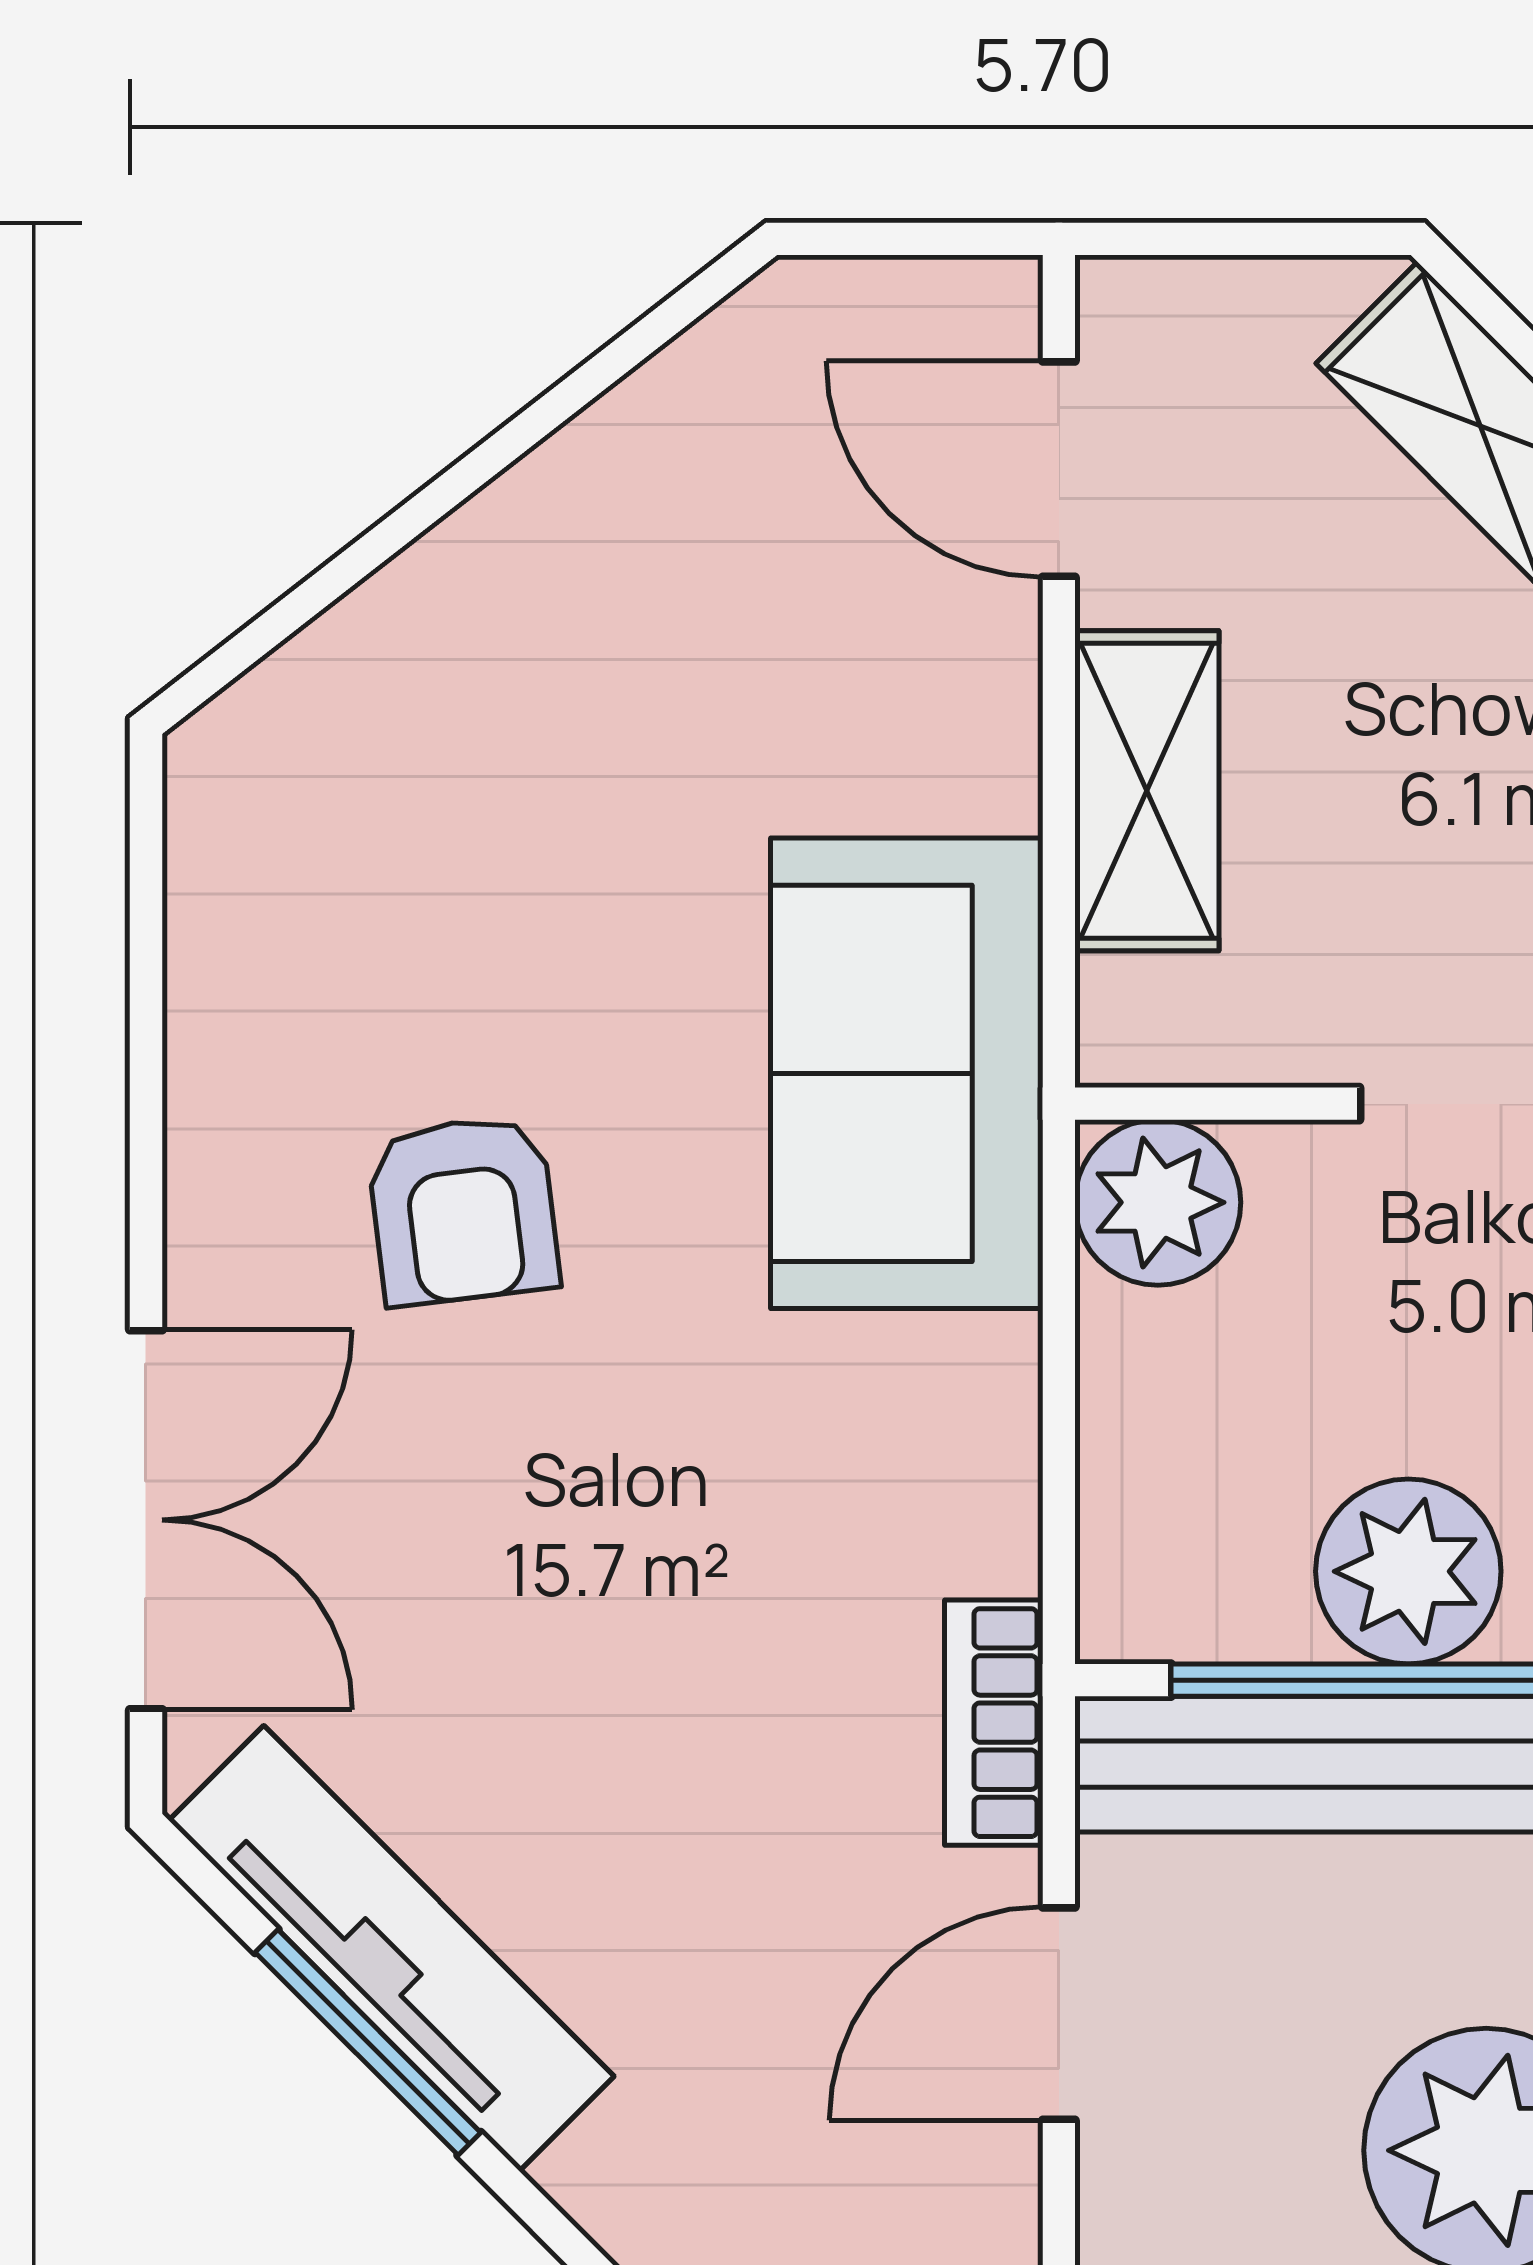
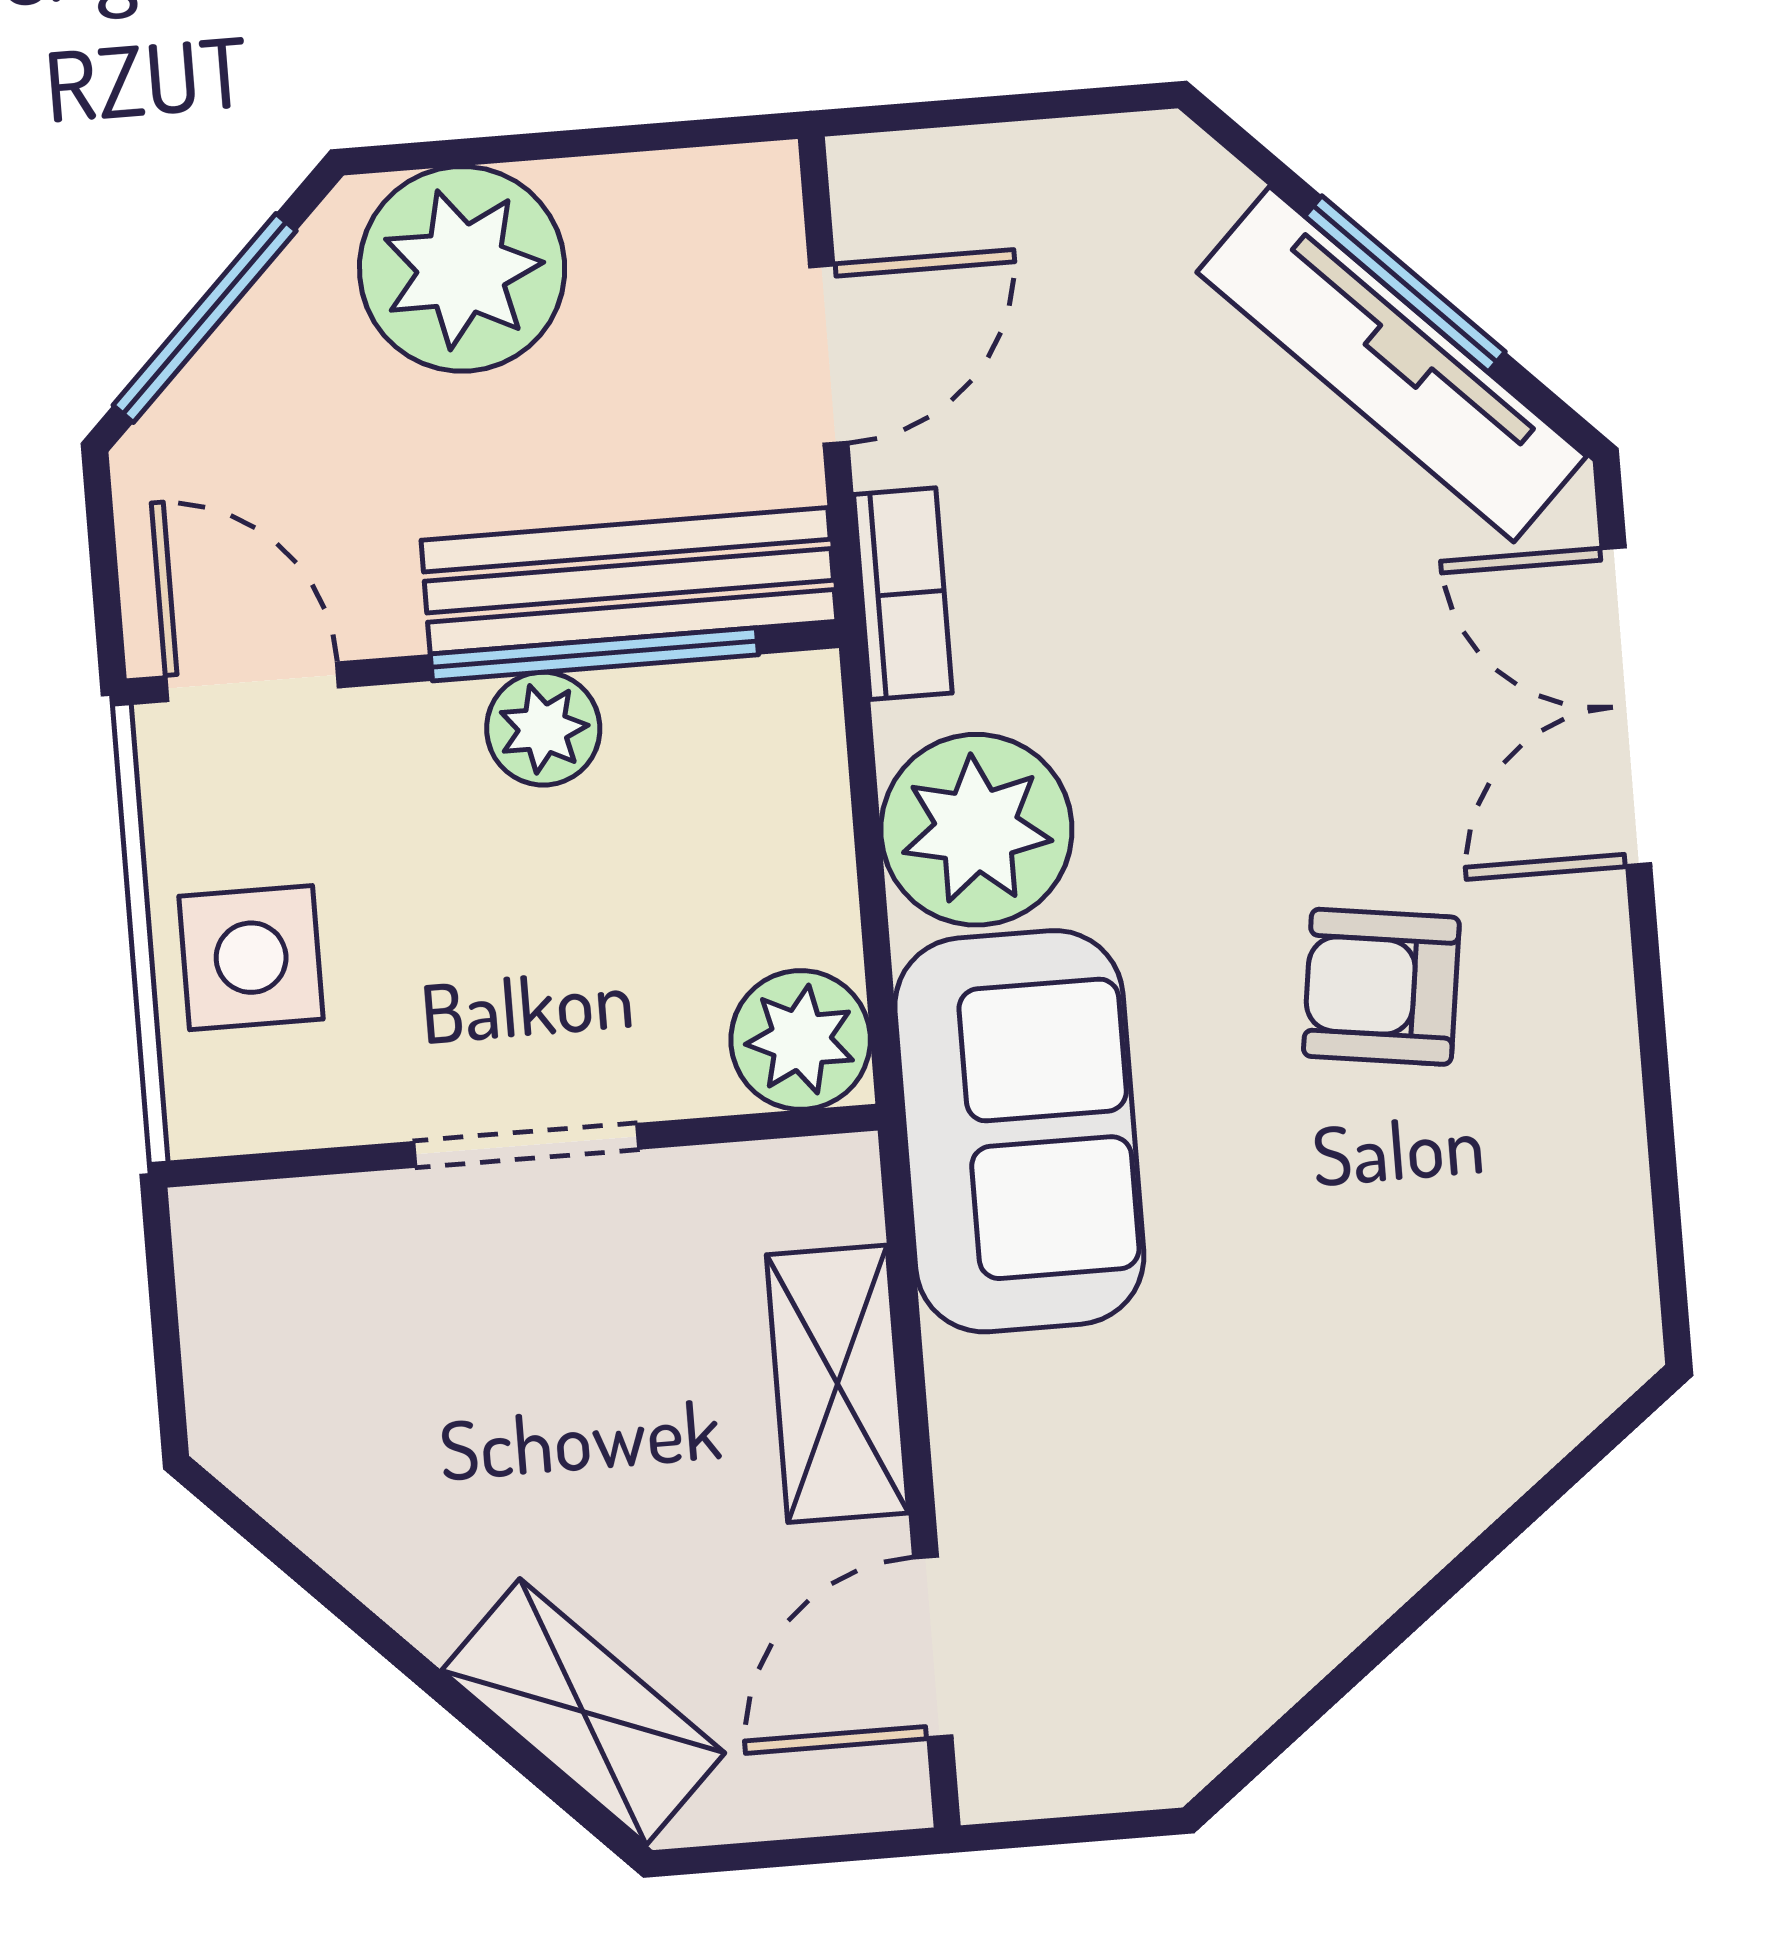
door: (1059, 469) -> (933, 1647), swing flipped
armchair: (463, 1210) -> (1381, 987), turned -75
plant: (929, 1435) -> (976, 830), added
plant: (1408, 1571) -> (543, 729), width x0.73, depth x0.73

